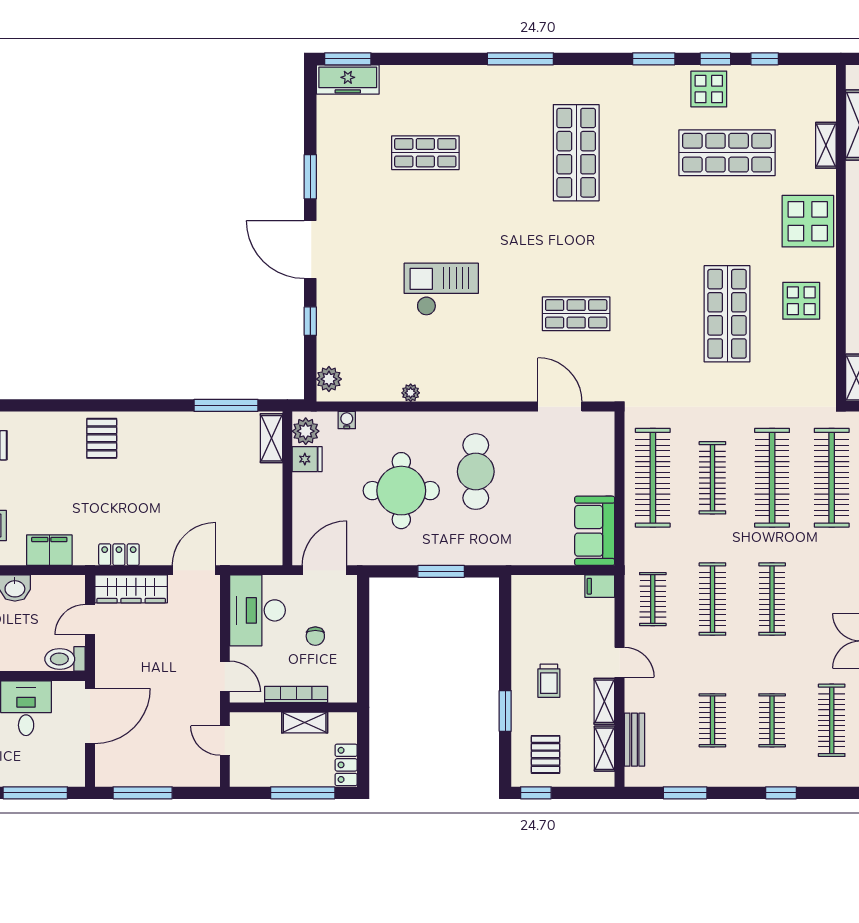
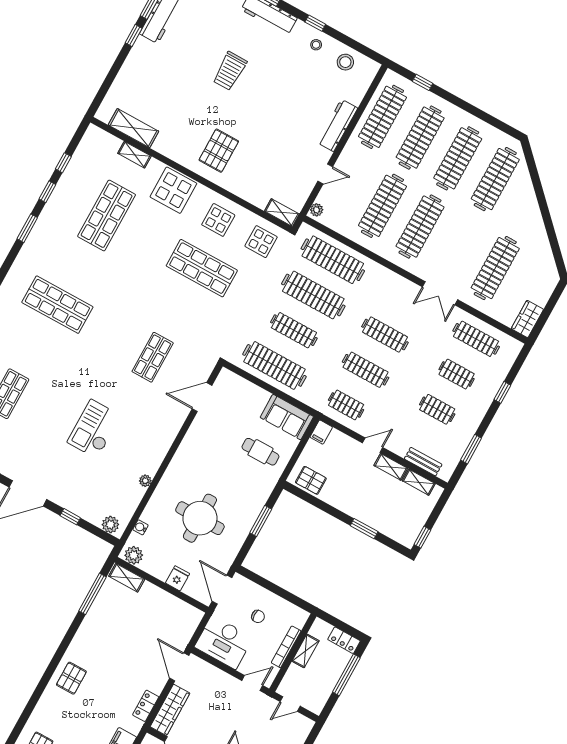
display table: (709, 89) -> (261, 242), moved
pallet: (102, 438) -> (71, 678), turned 90
fridge: (307, 459) -> (178, 578), moved
cafe table: (476, 472) -> (260, 452), moved, width x0.73, depth x0.74
trolley: (549, 681) -> (360, 493), removed
pallet: (546, 754) -> (311, 480), moved

